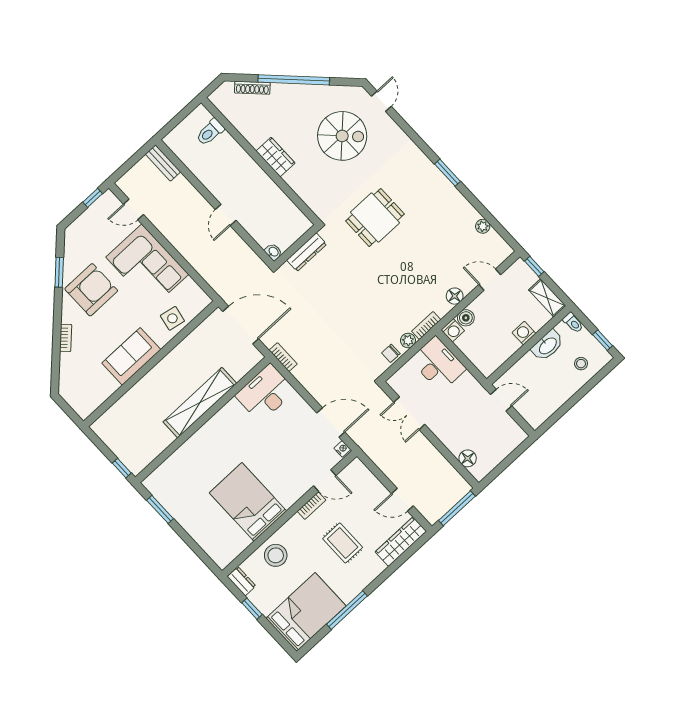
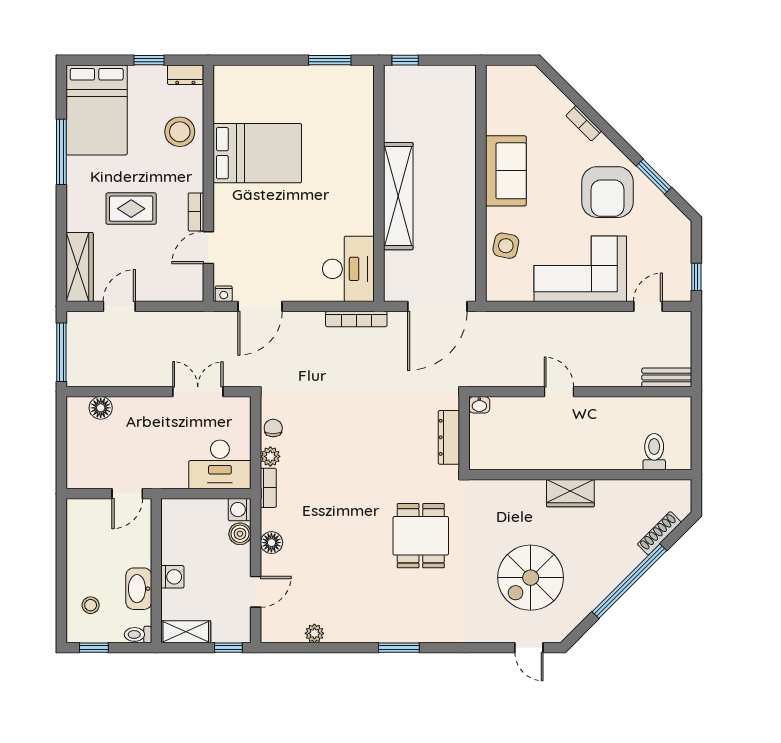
bookcase: (283, 357) -> (356, 319), width x1.56

